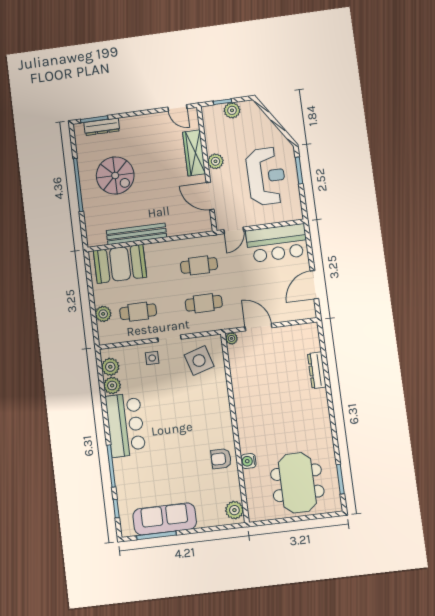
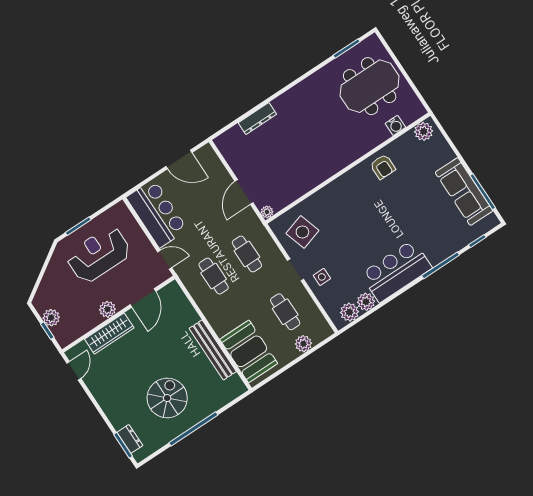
dresser: (102, 127) -> (130, 439), width x0.70
water cooler: (248, 461) -> (395, 125), moved

